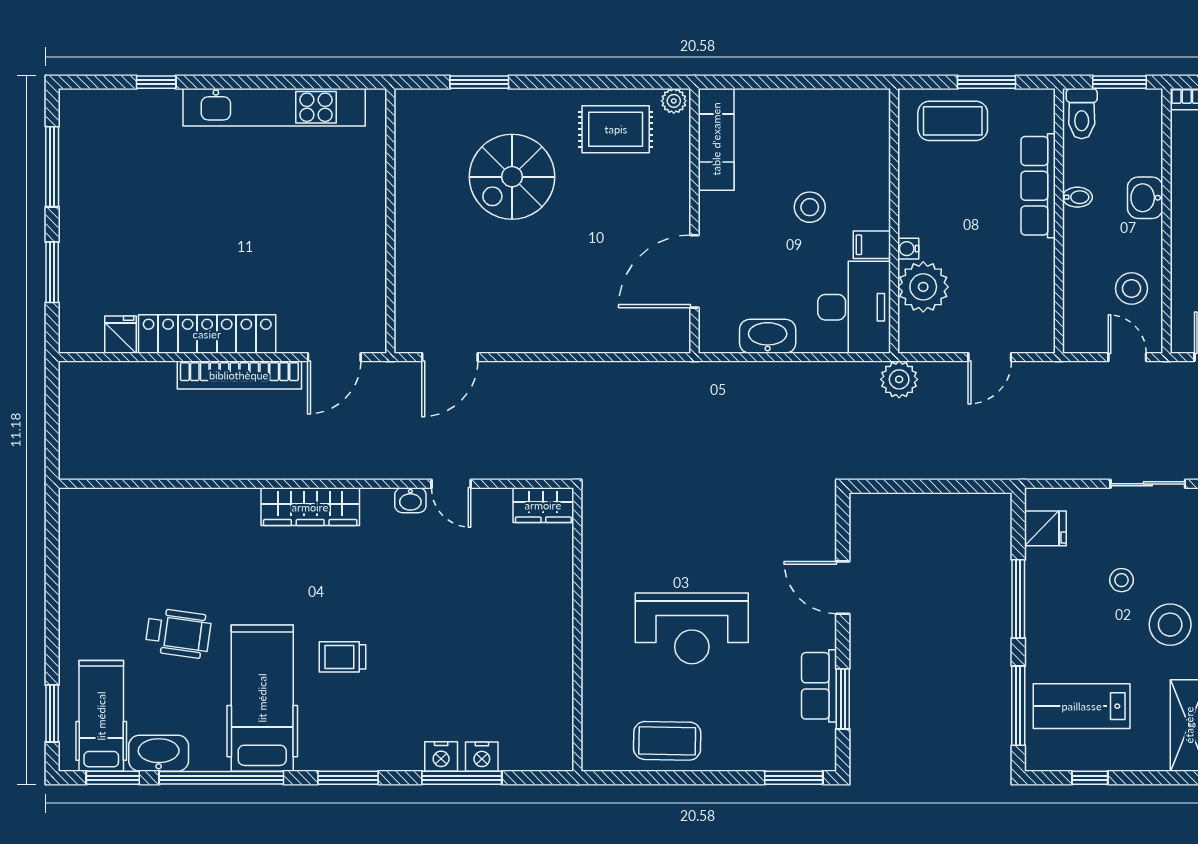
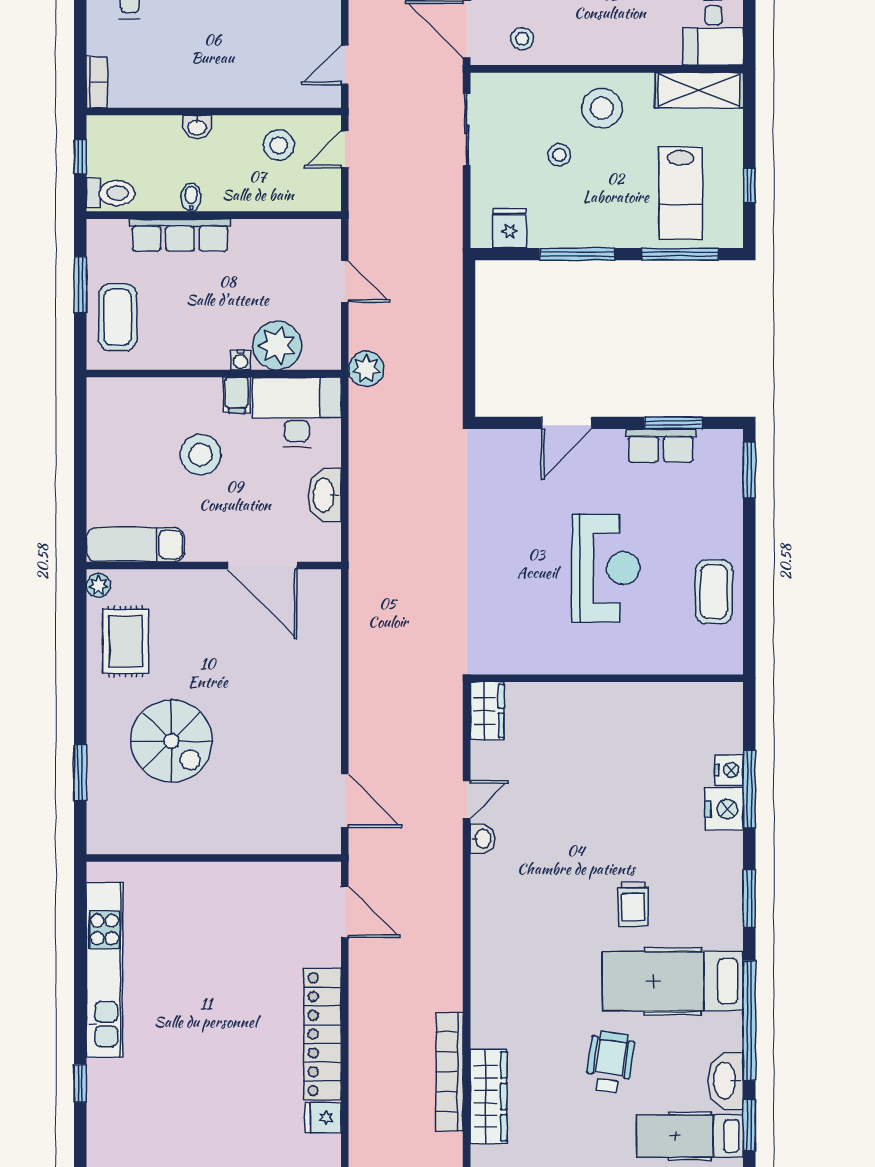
window: (1120, 82) -> (80, 157), width x0.67
washbasin: (1145, 198) -> (197, 127), width x0.72, depth x0.69
stool: (810, 207) -> (201, 455), width x1.38, depth x1.38
bookcase: (239, 375) -> (449, 1072), moved, turned 180
wardrobe: (310, 507) -> (489, 1096), moved
nightstand: (441, 756) -> (724, 809), width x1.36, depth x1.33

